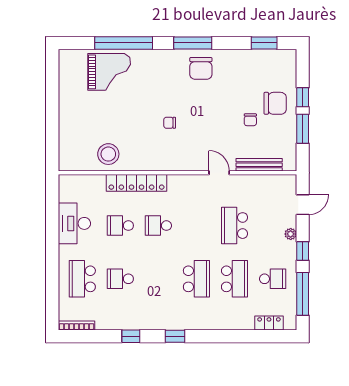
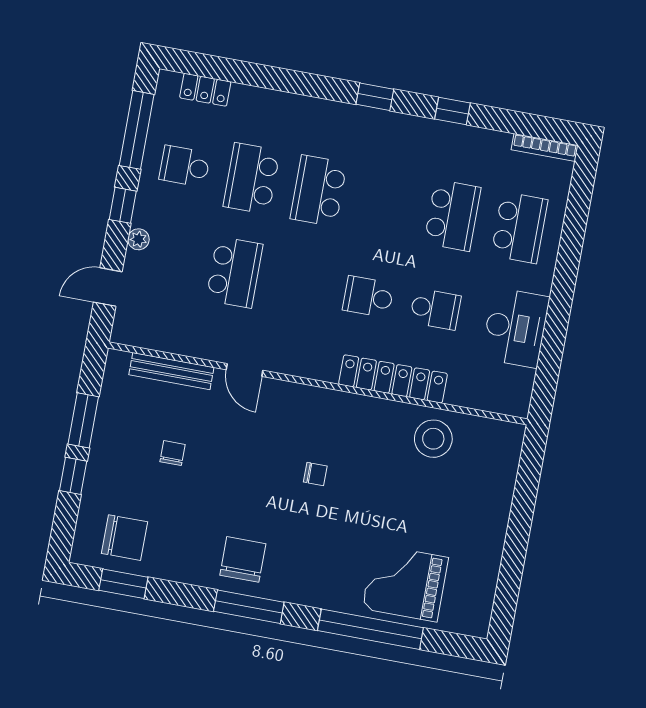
chair: (275, 103) -> (124, 538), moved, turned 180
school desk: (158, 226) -> (368, 297), turned 180
school desk: (120, 279) -> (452, 215), width x1.85

